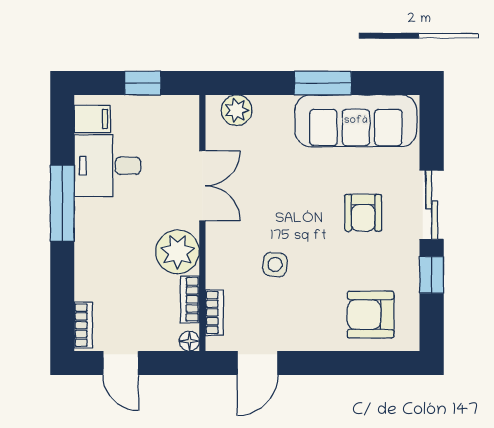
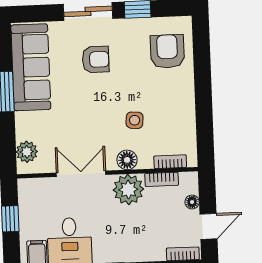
floor lamp: (219, 252) -> (127, 160), added
armchair: (371, 315) -> (167, 51), turned 180
floor lamp: (189, 341) -> (192, 202), moved
door: (258, 363) -> (205, 130), removed

